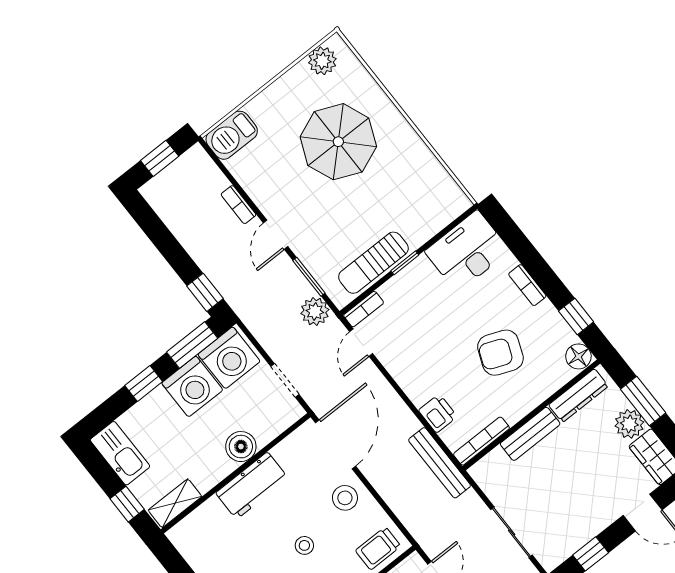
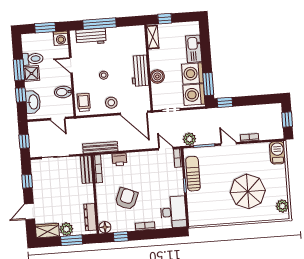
window: (144, 383) -> (206, 56), removed
bench: (530, 434) -> (87, 169), moved
kitchen sink: (120, 453) -> (194, 49), moved, turned 90

